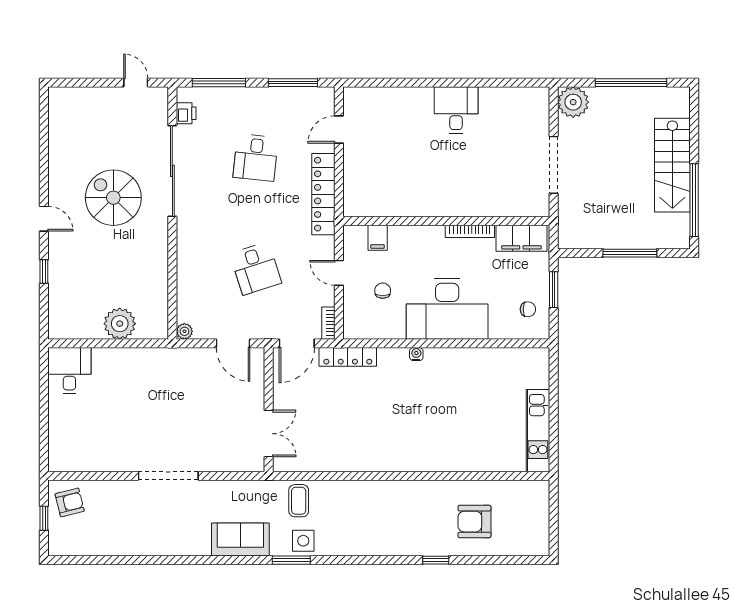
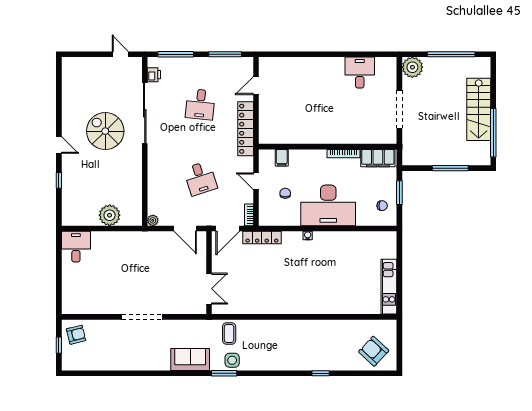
desk: (456, 110) -> (360, 73), moved
armchair: (474, 522) -> (374, 351), moved, turned 43

